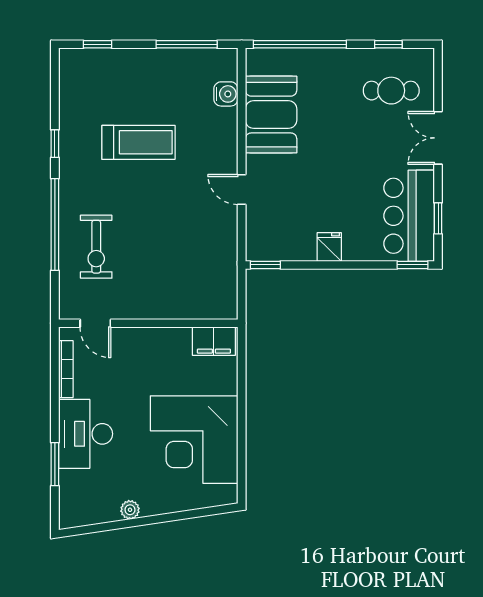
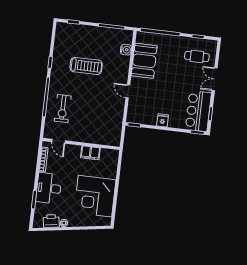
filing cabinet: (214, 341) -> (90, 153), moved
printer: (100, 509) -> (51, 221), added

